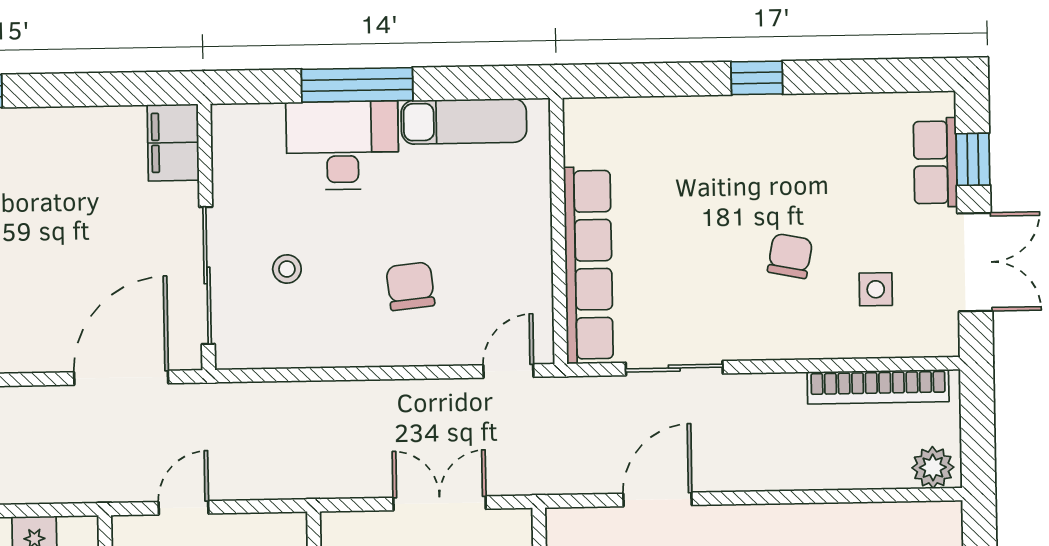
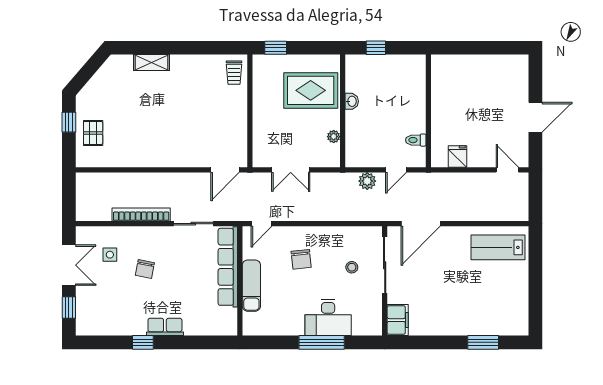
window: (757, 78) -> (143, 342), moved
exam couch: (464, 121) -> (251, 286), moved, turned 90
row of seats: (935, 162) -> (165, 327), moved, turned -90
double door: (975, 262) -> (69, 265), swing flipped
bookcase: (878, 387) -> (141, 215), moved
plant: (933, 467) -> (367, 181), moved
door: (658, 499) -> (225, 170), moved

